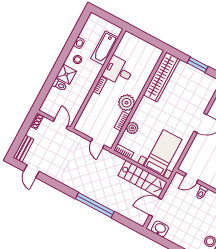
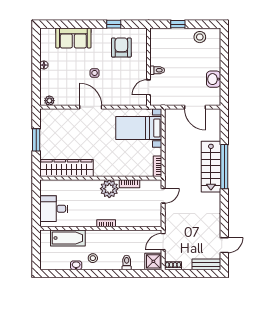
desk: (118, 71) -> (54, 209), moved, turned 90
shower: (66, 74) -> (153, 261), moved
plant: (132, 128) -> (131, 170), removed
door: (191, 178) -> (149, 87), swing flipped
stairs: (143, 179) -> (211, 167), moved, turned 180
washbasin: (160, 229) -> (214, 79), moved

